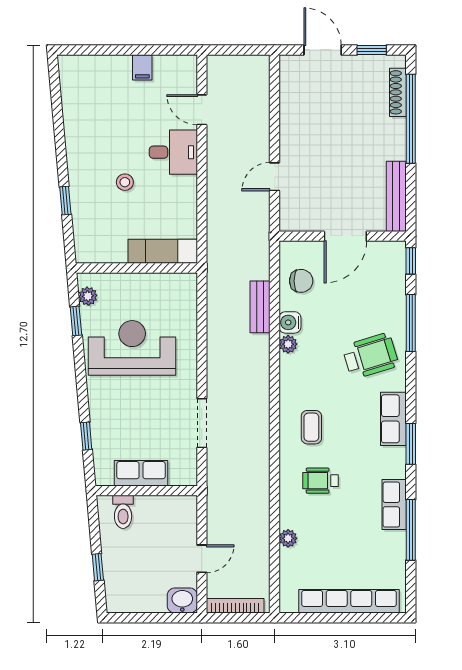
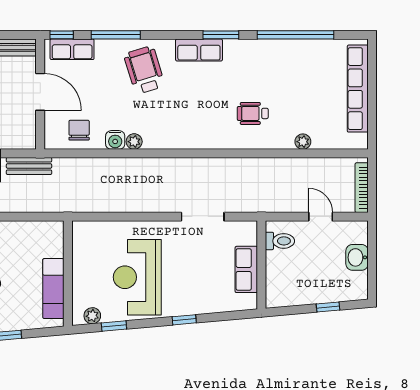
exam couch: (163, 251) -> (53, 289), moved
bench: (260, 307) -> (29, 166), moved
coffee table: (311, 427) -> (206, 121), removed
window: (86, 436) -> (184, 320), moved
wheelchair: (320, 481) -> (253, 113), turned 90
row of seats: (394, 505) -> (72, 49), moved
toilet: (123, 512) -> (280, 241), moved
window: (411, 530) -> (296, 35), width x1.46
washbasin: (182, 601) -> (357, 257), moved

